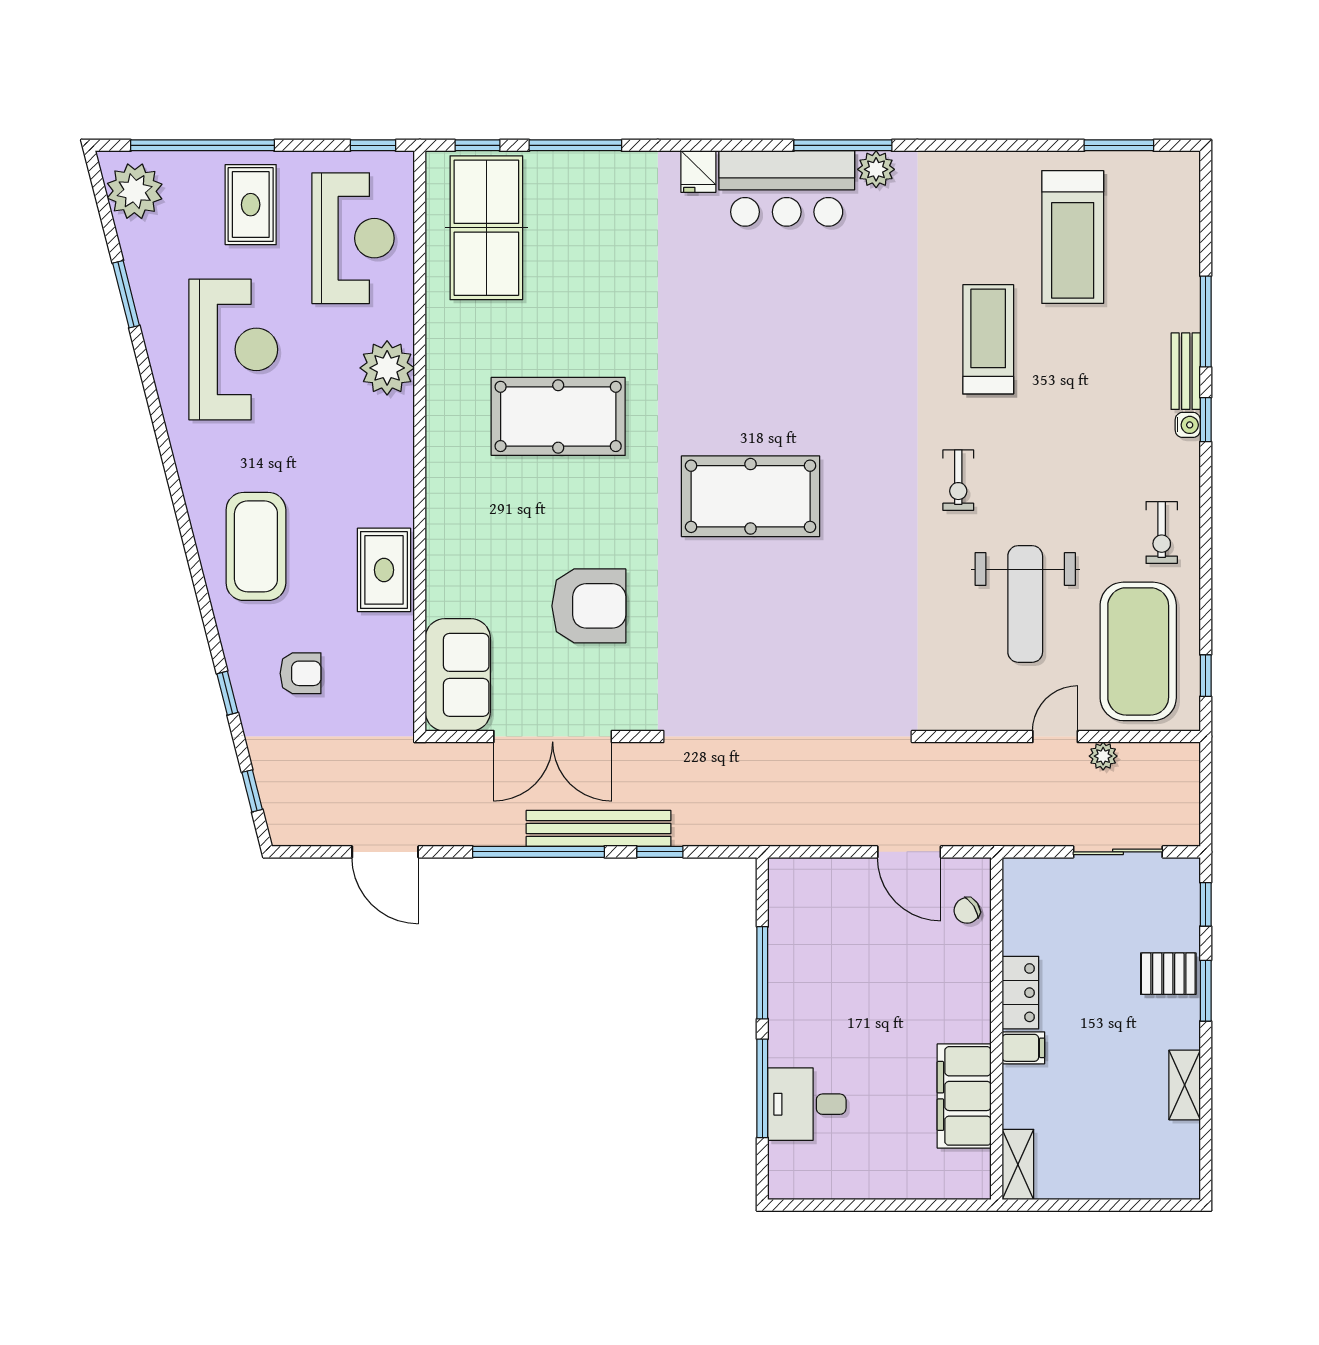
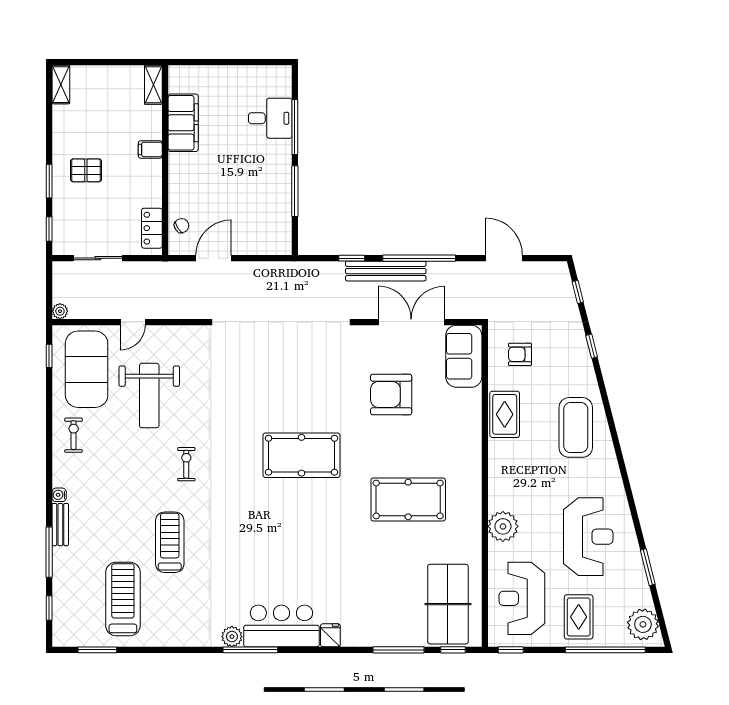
treadmill: (988, 339) -> (170, 542), turned 180
reception desk: (233, 349) -> (588, 537), turned 180
window: (1206, 420) -> (49, 608), moved
weight bench: (1025, 604) -> (149, 396), turned 180
armchair: (301, 673) -> (520, 354), moved
plant: (1103, 756) -> (60, 311), moved
door: (909, 852) -> (214, 258), hinge flipped
pallet: (1168, 974) -> (86, 170), moved
locker: (1020, 993) -> (152, 228), moved
shelving: (1185, 1085) -> (61, 85), moved

